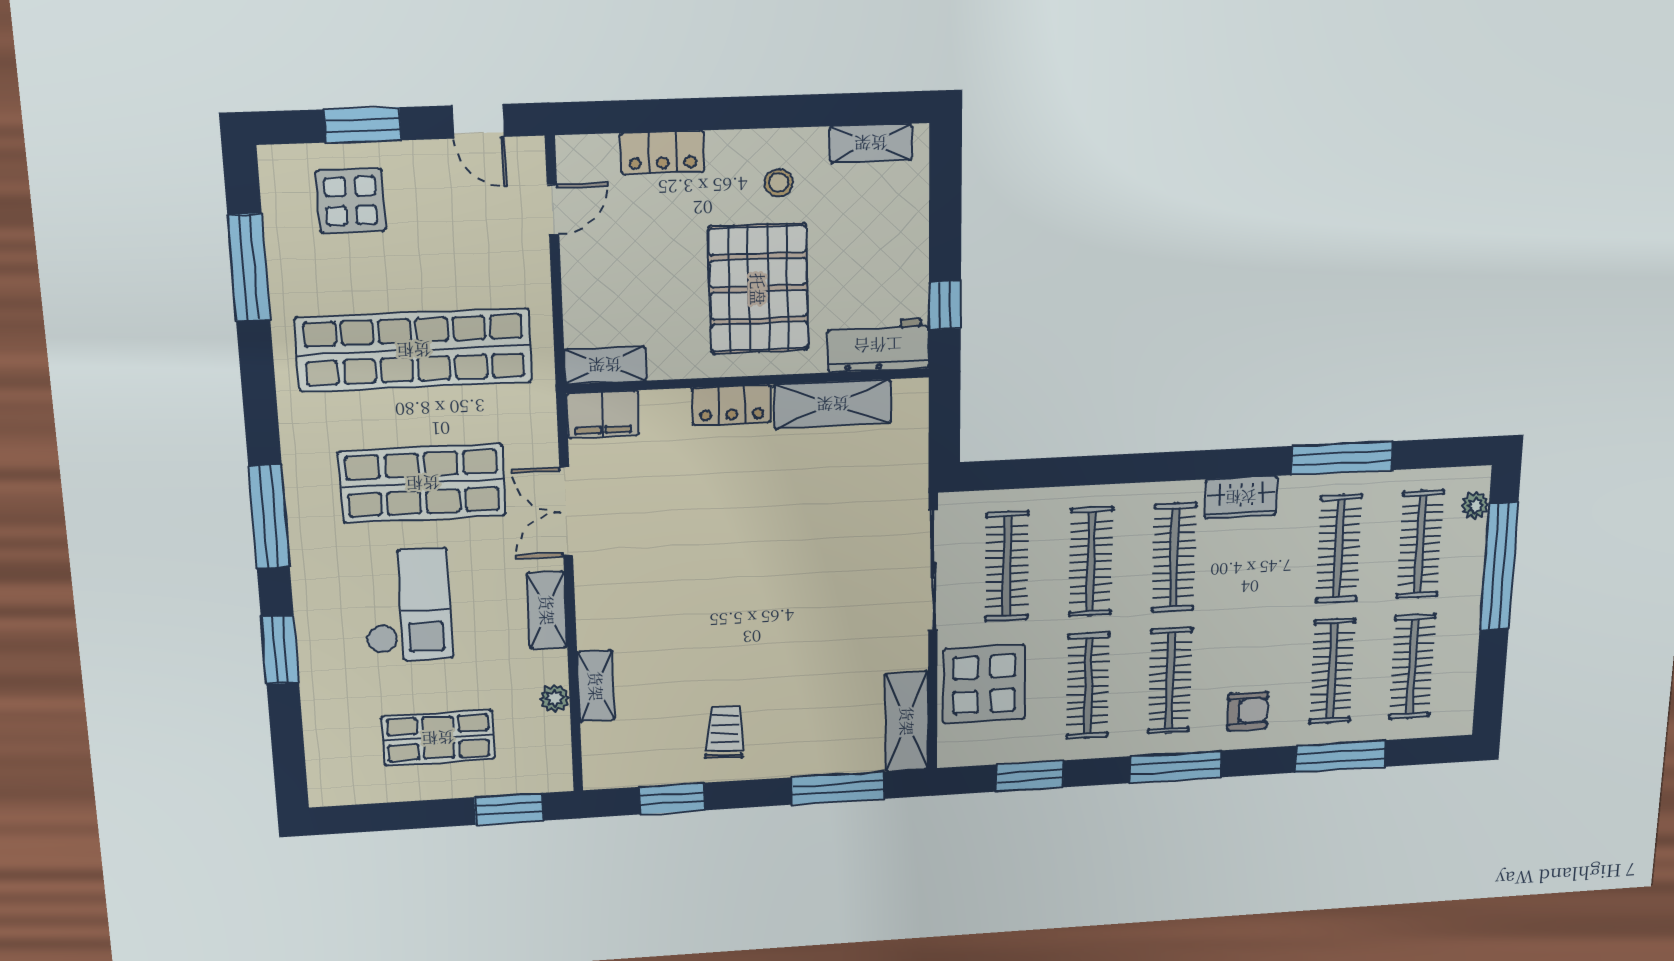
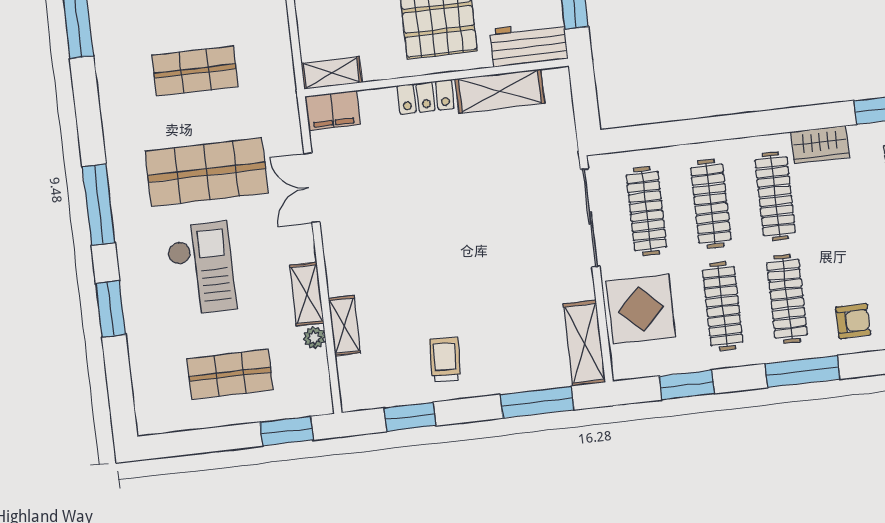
shop shelf: (414, 350) -> (195, 71), width x0.50, depth x0.74
shelving: (547, 610) -> (307, 294), moved

